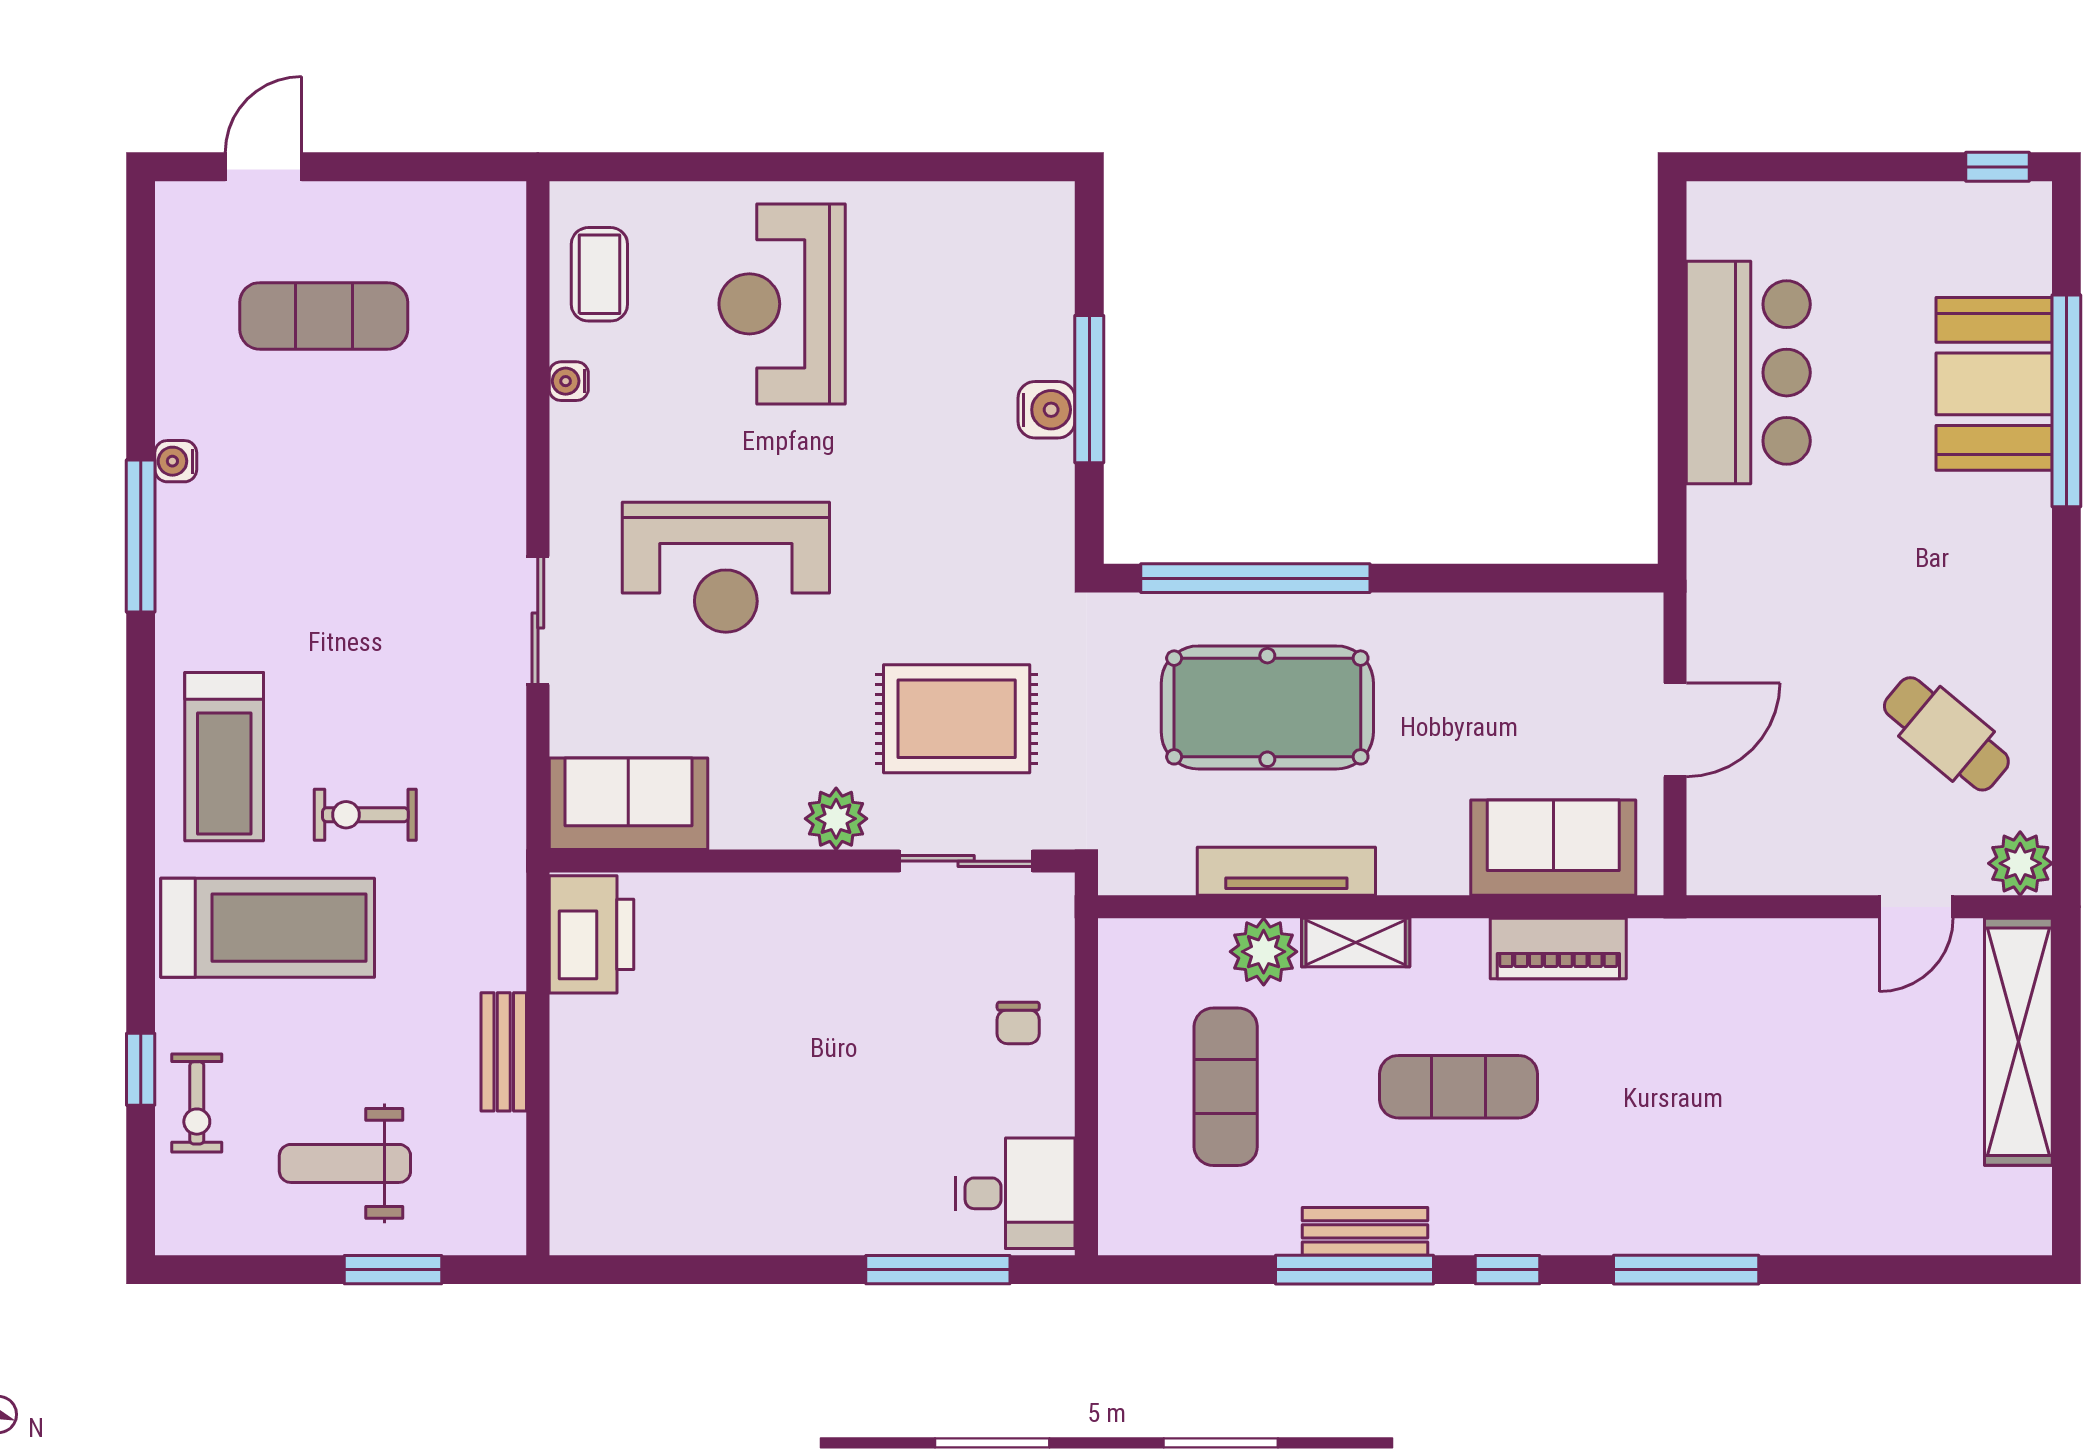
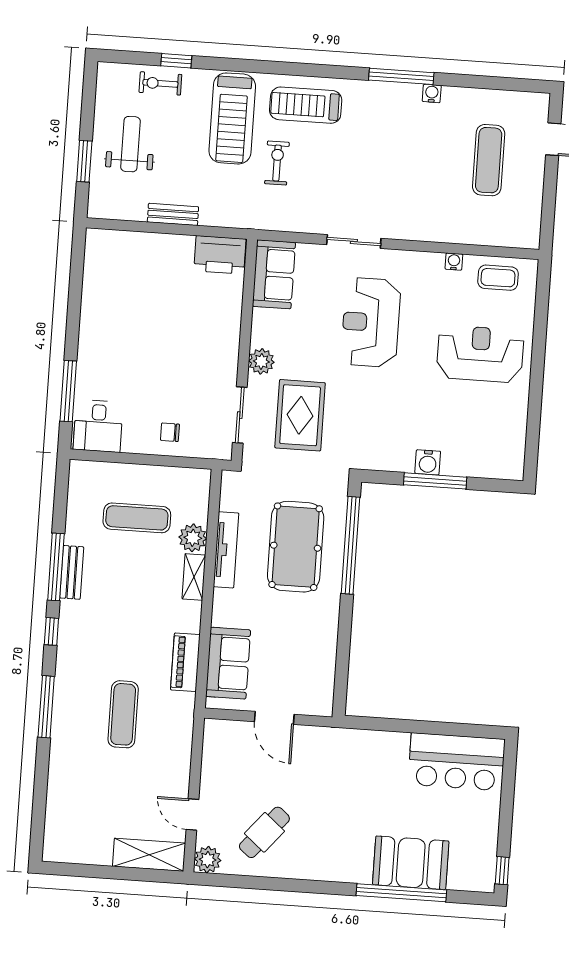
bar counter: (1748, 373) -> (457, 762), moved
shelving: (2018, 1042) -> (149, 855), width x0.68
exercise mat: (1459, 1087) -> (123, 714), moved

